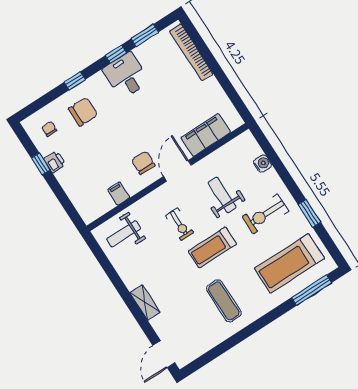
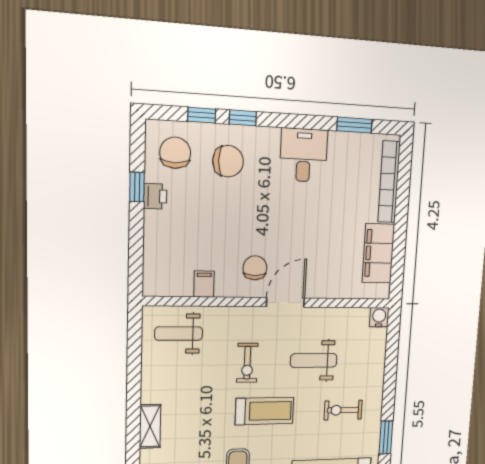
window: (116, 54) -> (202, 115), moved
chair: (49, 129) -> (175, 153), width x1.87, depth x1.87
filing cabinet: (206, 135) -> (378, 253), moved, turned -90
water cooler: (262, 164) -> (379, 317), moved, turned -90
weight bench: (222, 195) -> (314, 360), turned -90
exercise bike: (266, 214) -> (343, 410), width x0.73, depth x0.72
treadmill: (212, 247) -> (265, 411), turned 180

